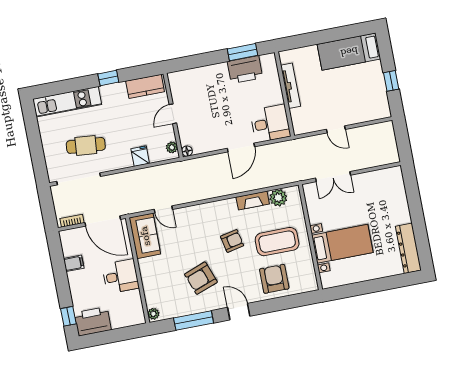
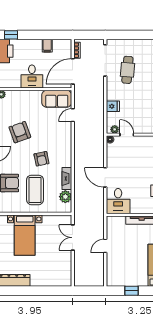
door: (173, 114) -> (127, 135), moved

